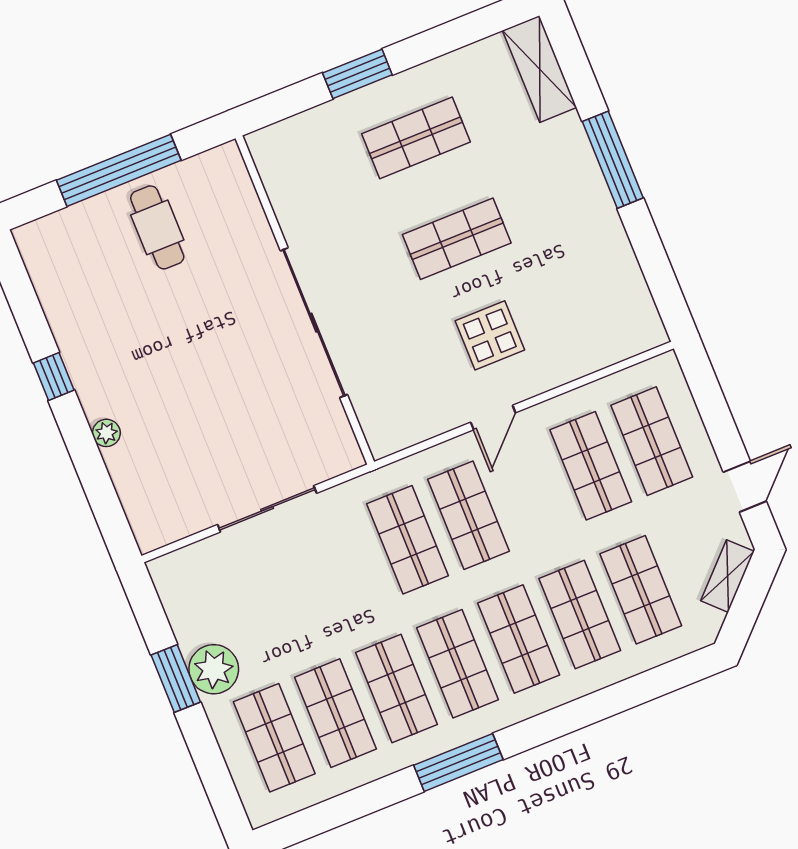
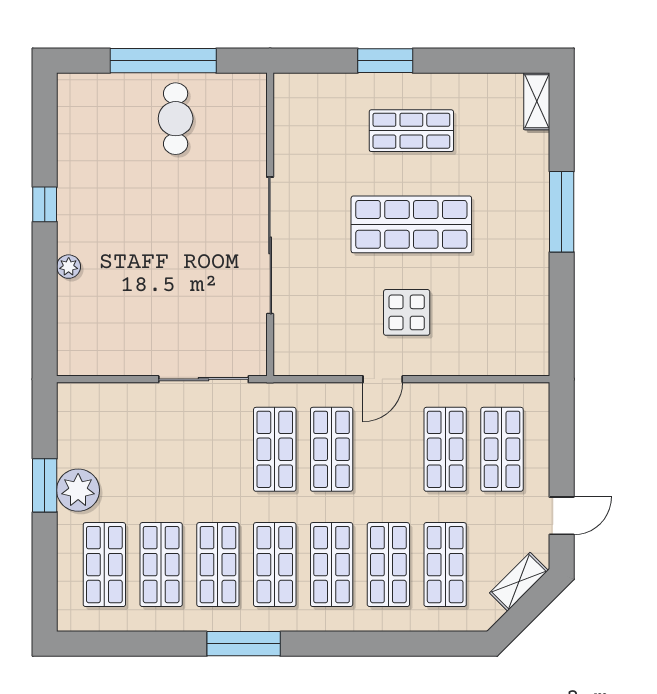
shelving: (540, 69) -> (537, 101), width x0.67, depth x0.75
shop shelf: (457, 239) -> (411, 224), width x1.43, depth x1.36
sliding door: (267, 509) -> (204, 379), moved

